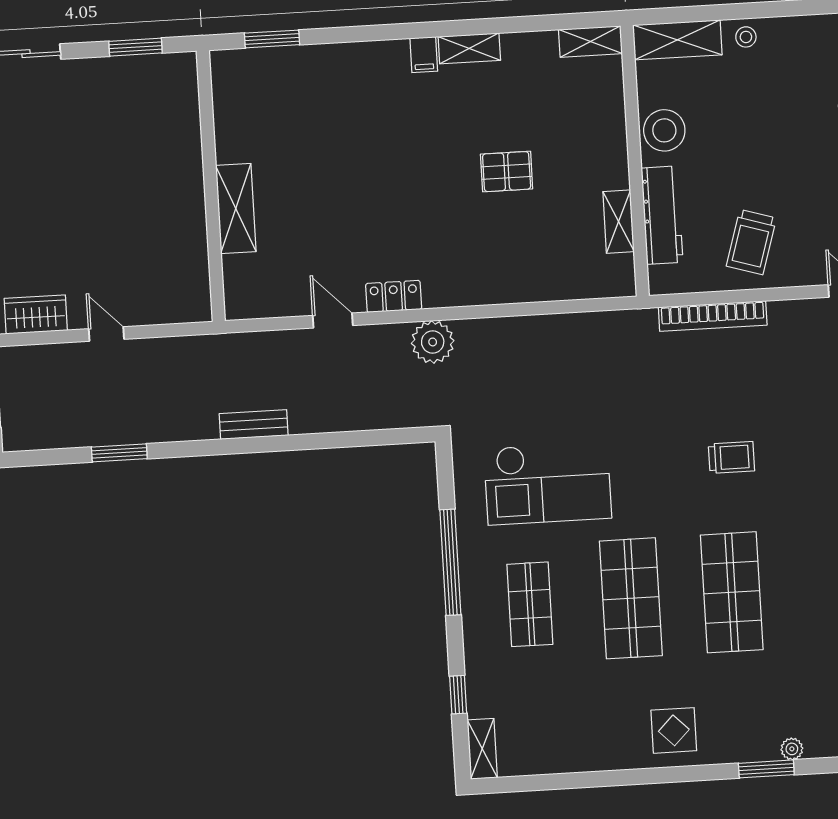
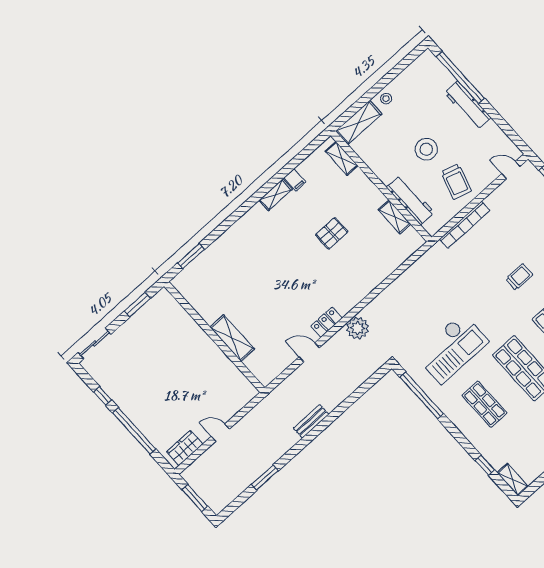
shelving: (590, 42) -> (342, 158), moved, turned 90
filing cabinet: (424, 55) -> (295, 180), moved
stool: (664, 130) -> (426, 149), moved
window: (450, 562) -> (422, 395), moved

